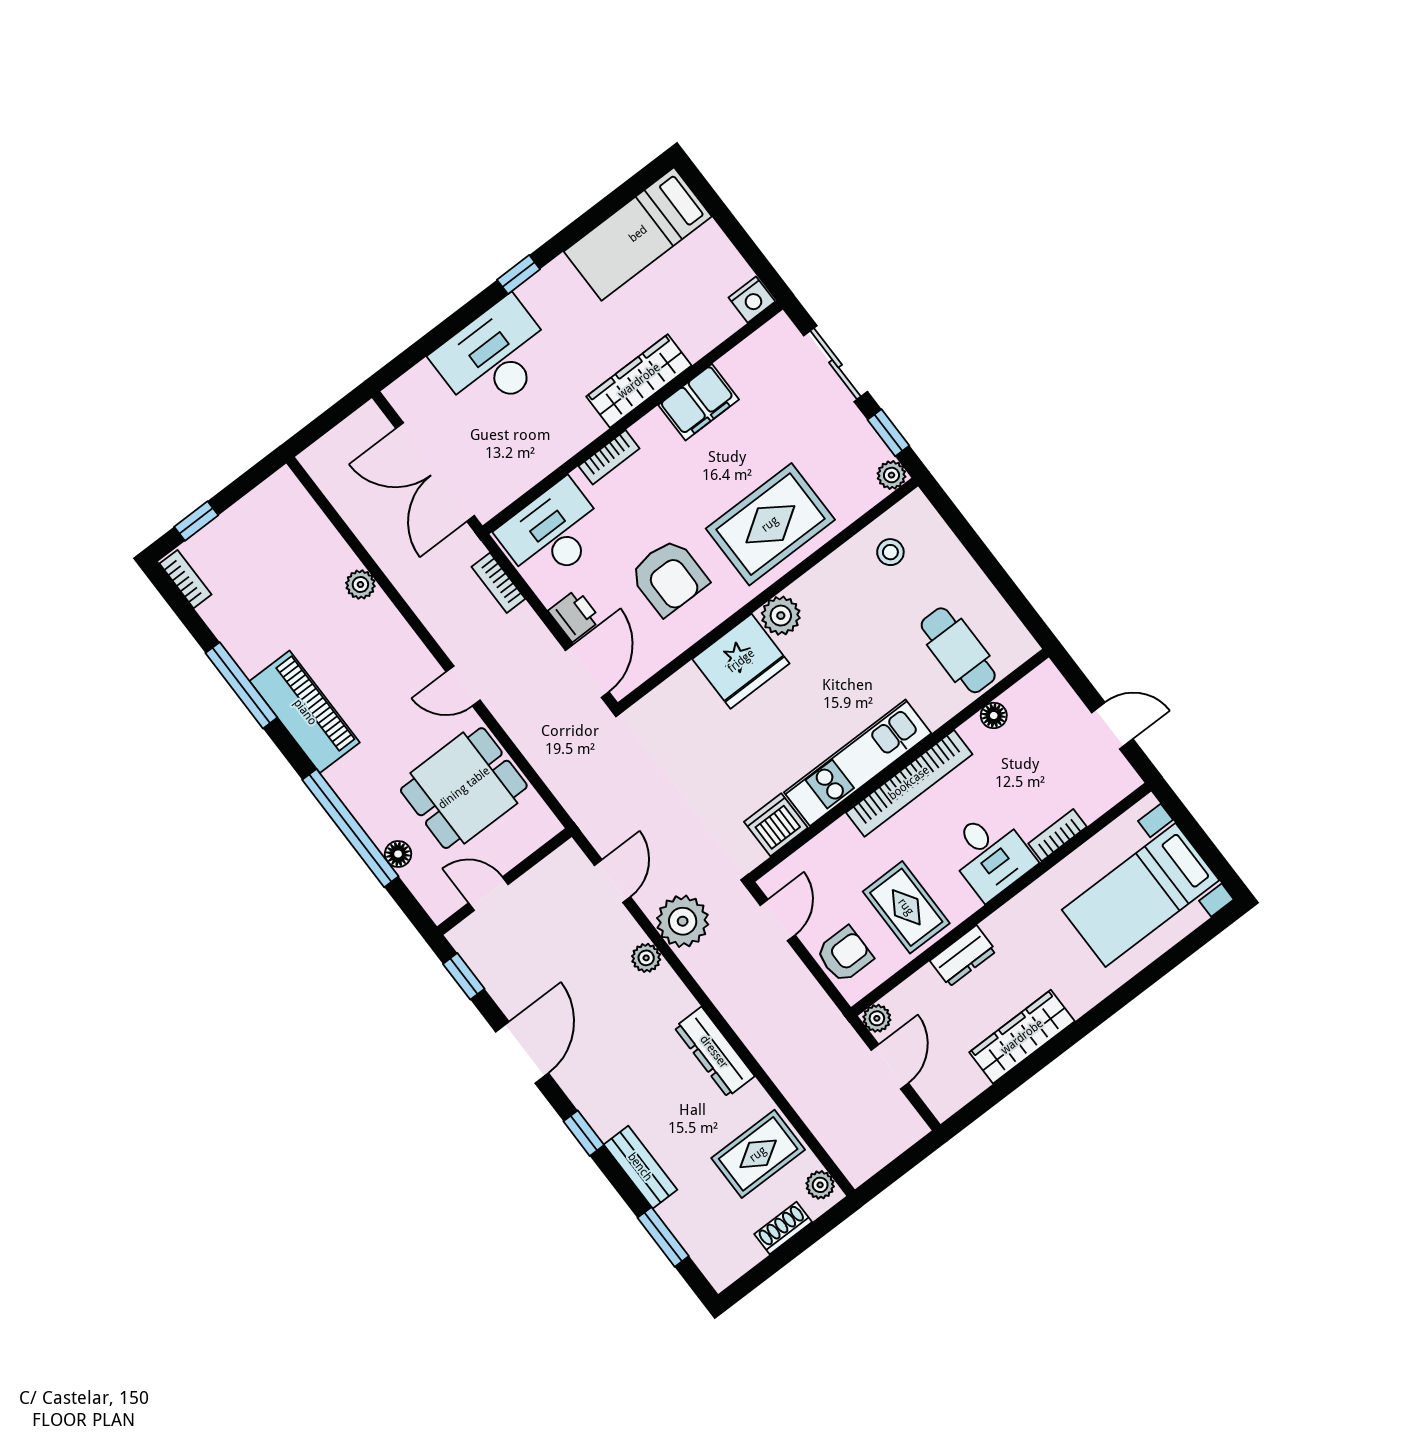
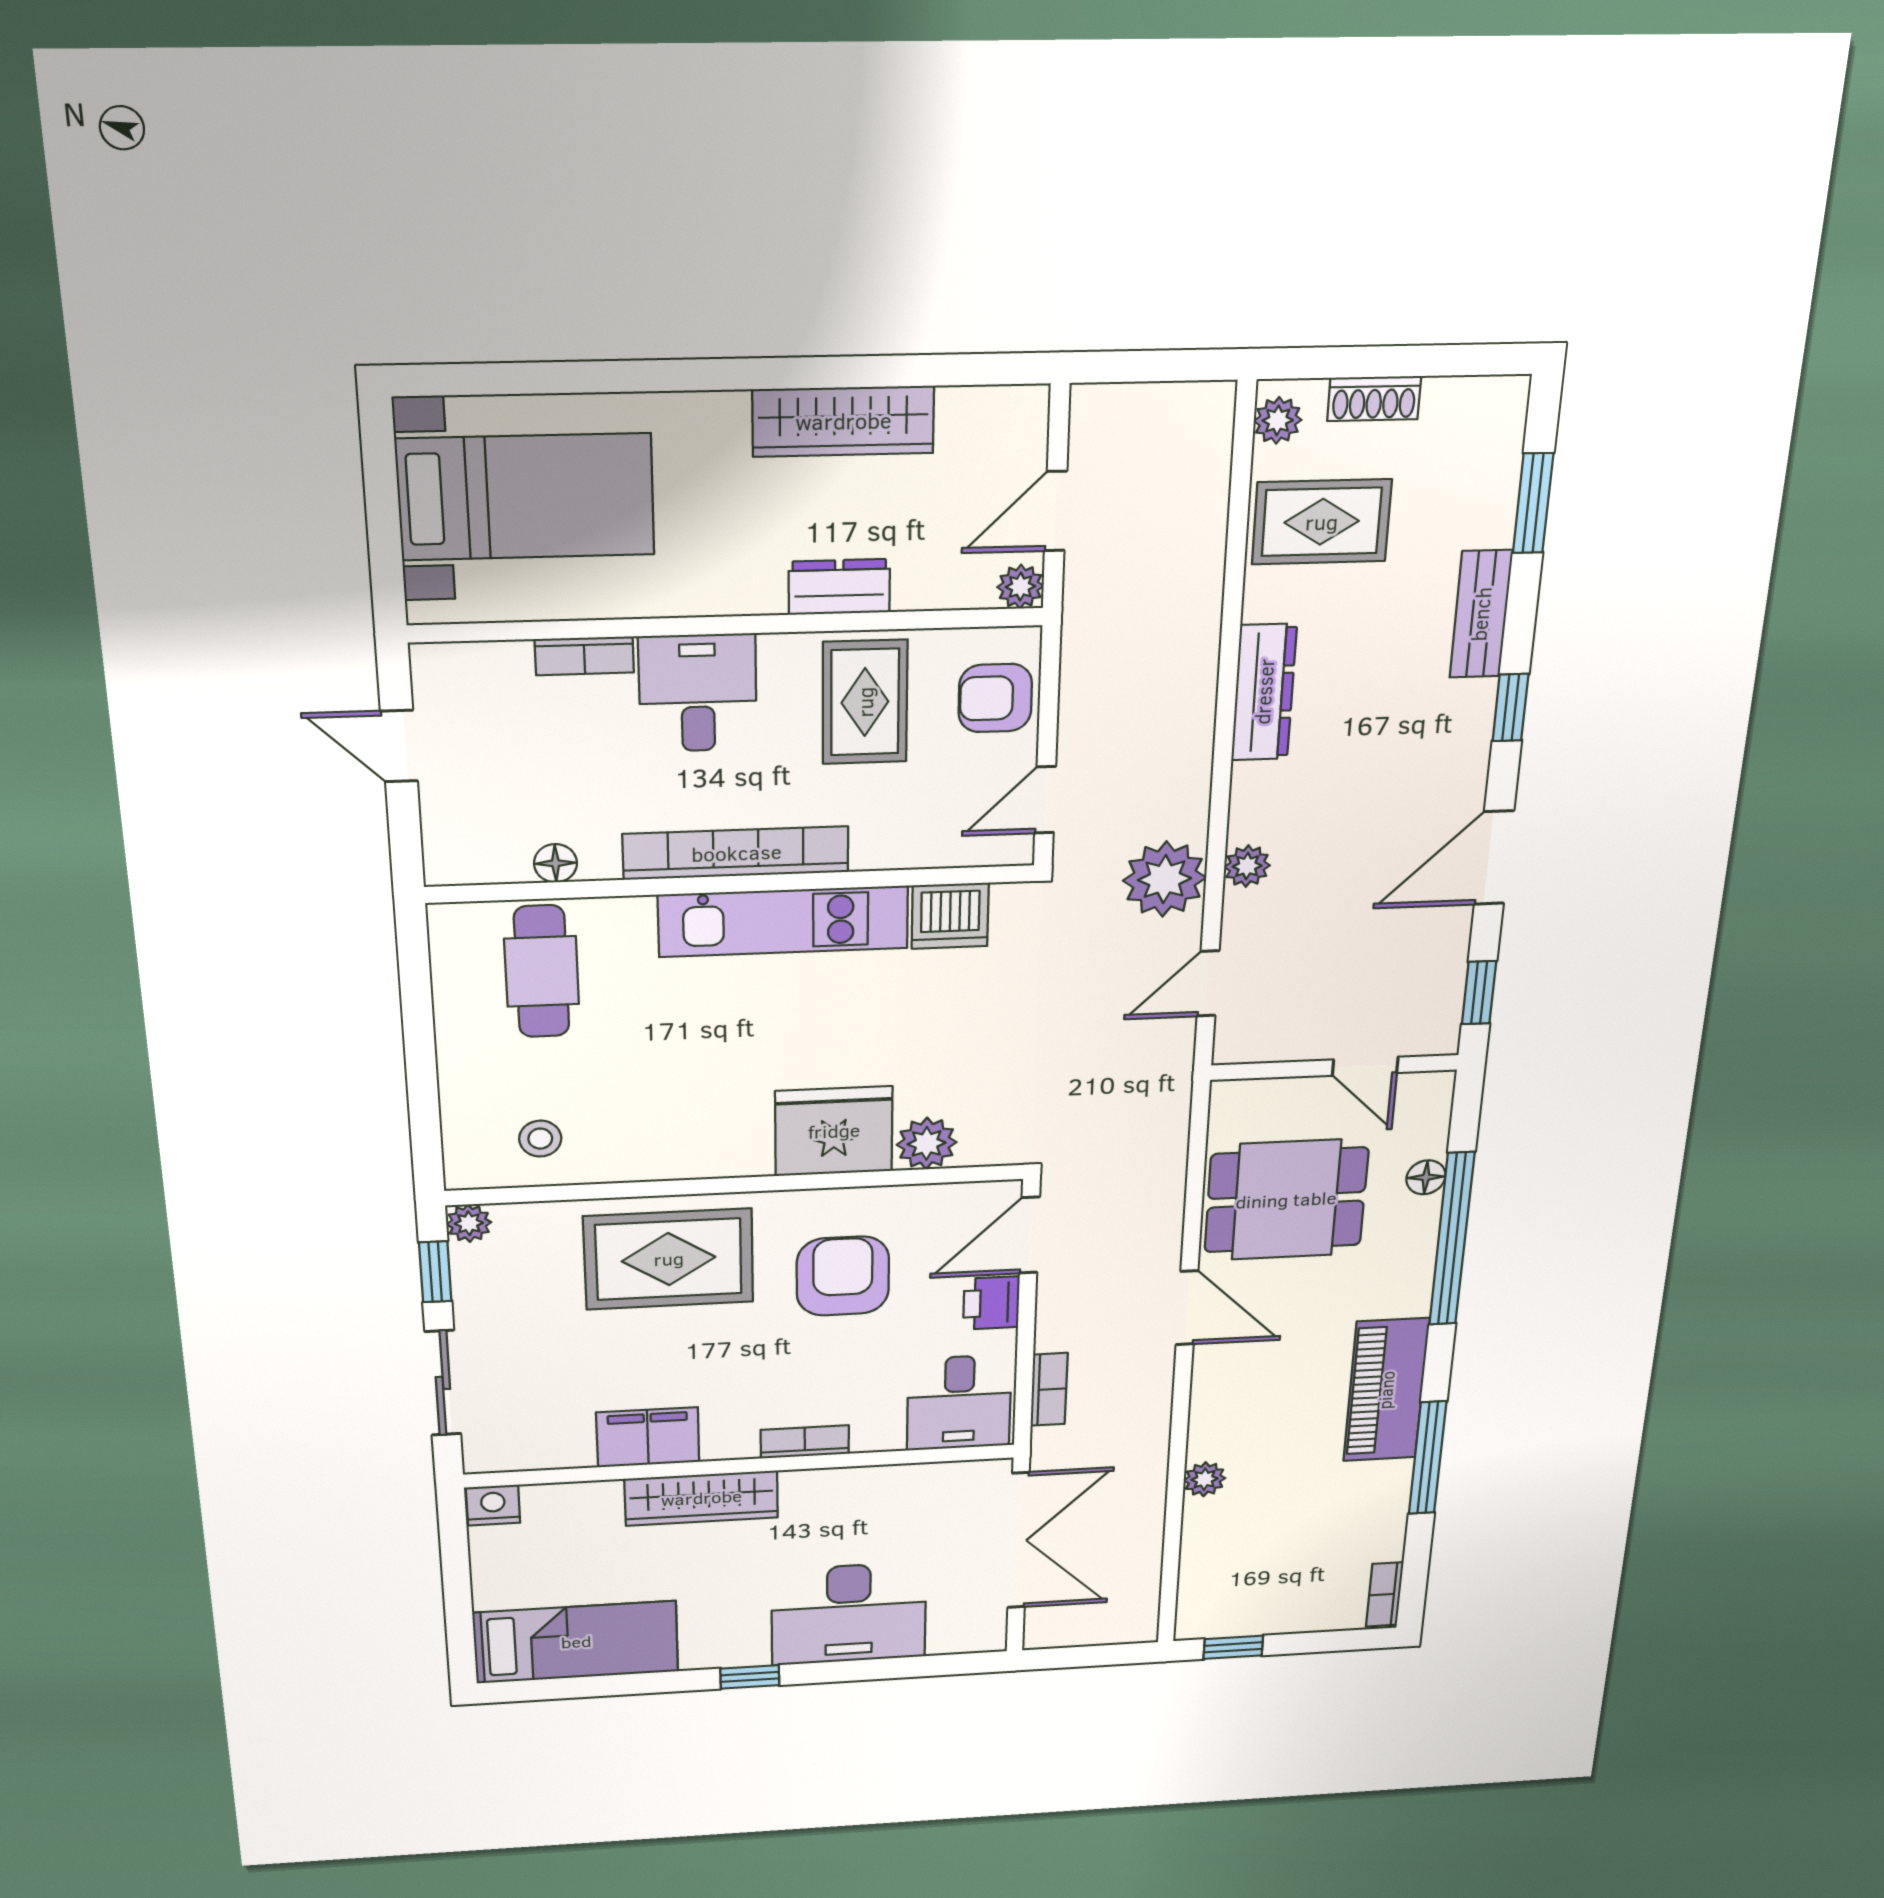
window: (196, 521) -> (1233, 1647), moved
desk: (553, 533) -> (959, 1403), width x0.73
plant: (781, 616) -> (927, 1143), moved
door: (463, 686) -> (1187, 1308), width x1.38

